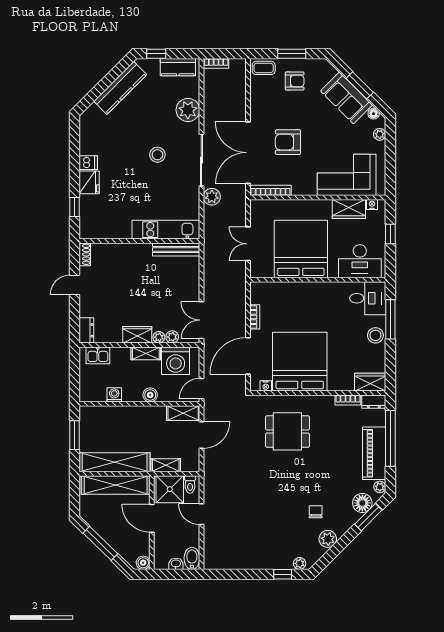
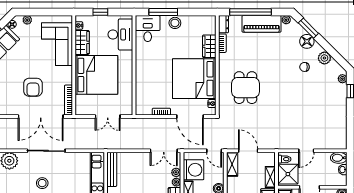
plant: (212, 197) -> (73, 143), removed
bed: (301, 249) -> (96, 75), moved, turned 180
wardrobe: (370, 382) -> (209, 46), moved
floor lamp: (362, 503) -> (307, 41), moved

